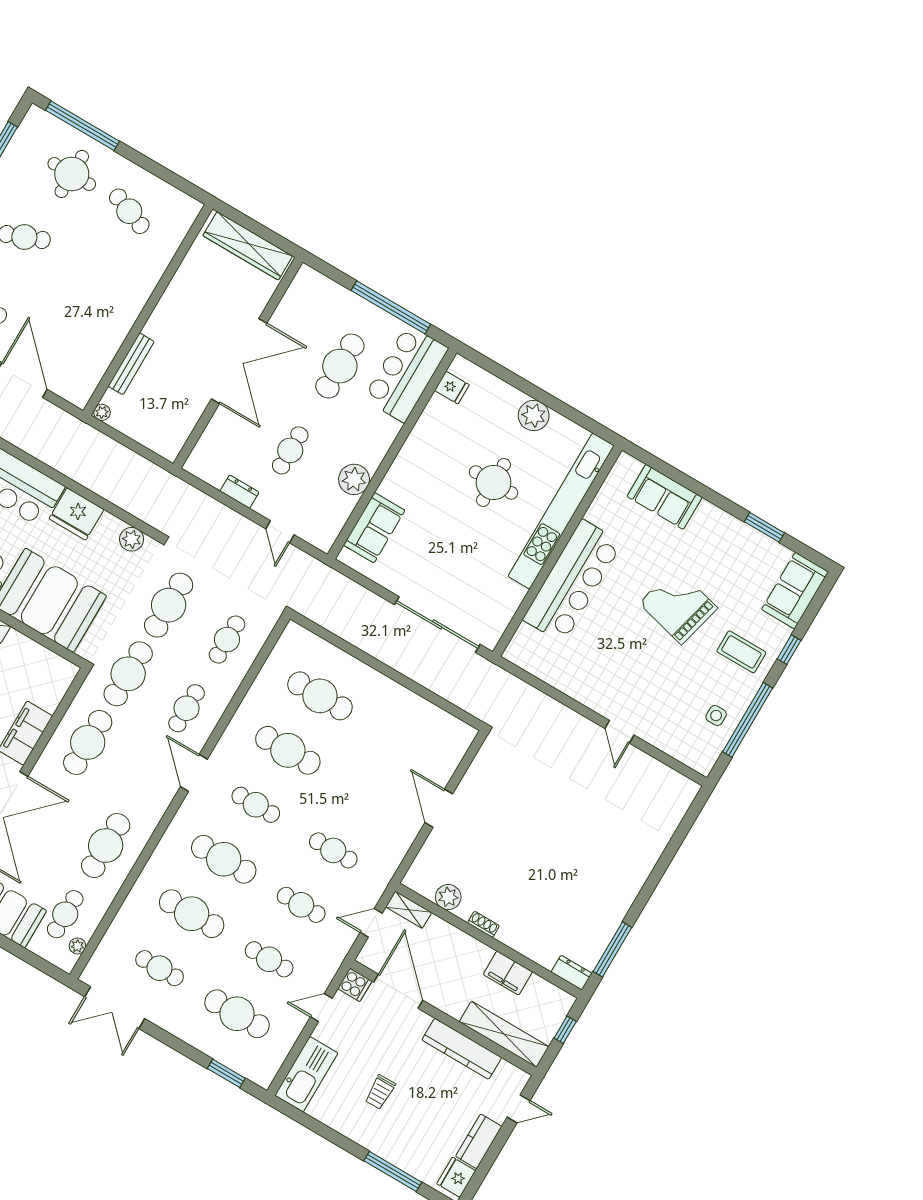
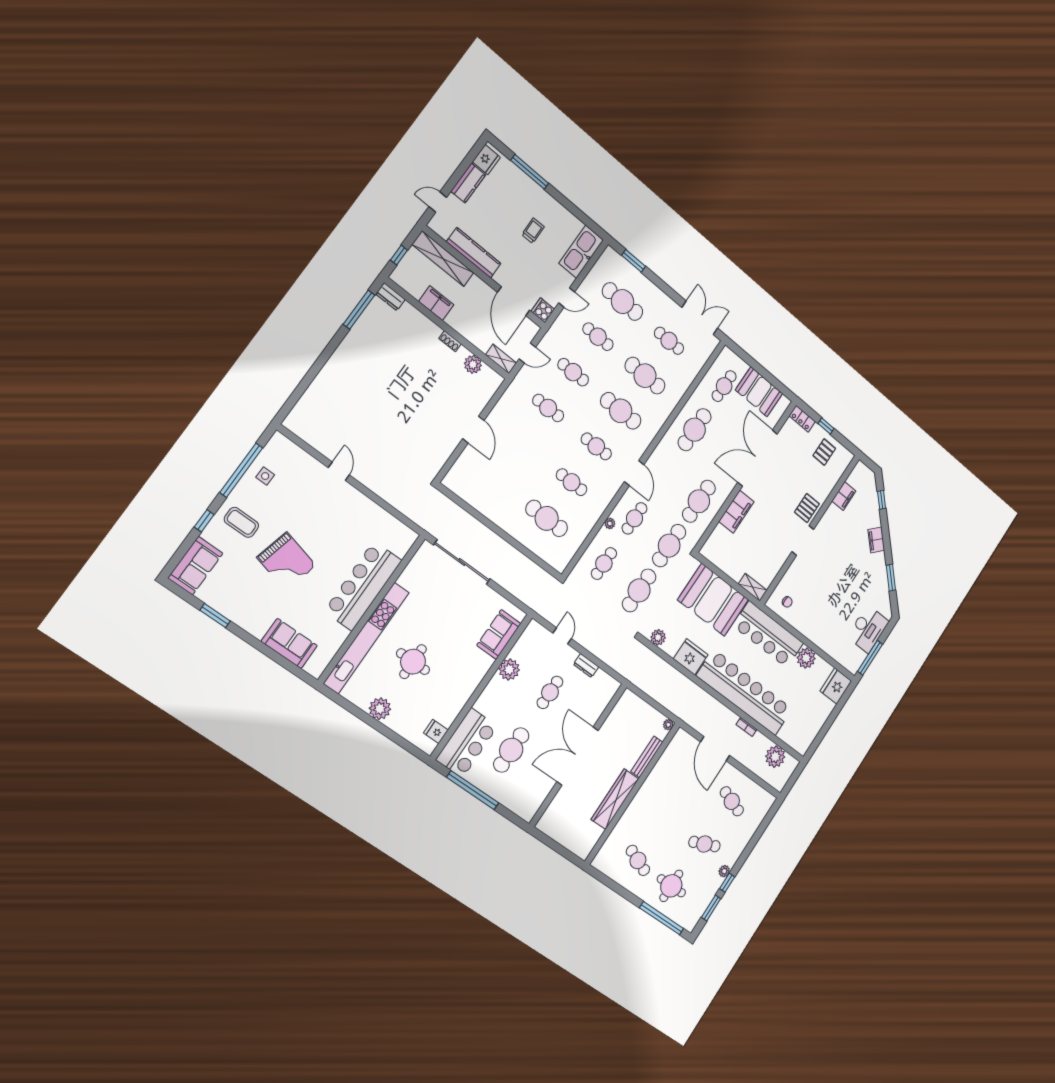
wardrobe: (248, 246) -> (615, 799), moved, turned -90
cafe table: (288, 750) -> (572, 482), width x0.73, depth x0.74
plant: (77, 946) -> (610, 523), moved

